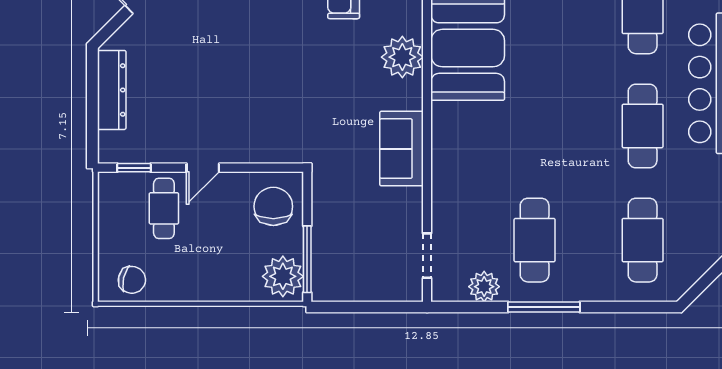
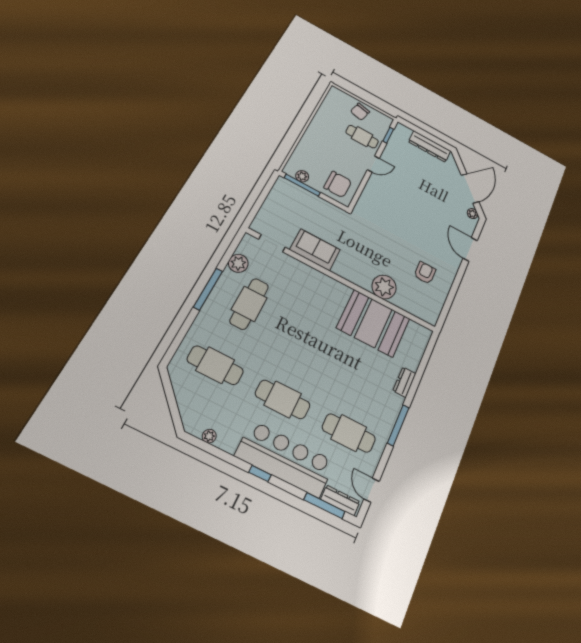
sofa: (402, 149) -> (315, 250), moved
door: (203, 168) -> (373, 164), swing flipped
cafe table: (535, 240) -> (249, 304), turned 90
plant: (283, 276) -> (302, 176), width x0.53, depth x0.53
chair: (132, 280) -> (360, 112), moved

